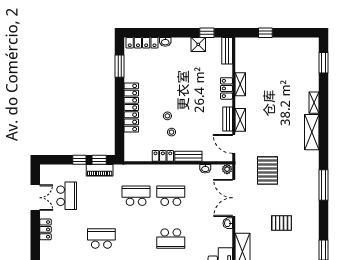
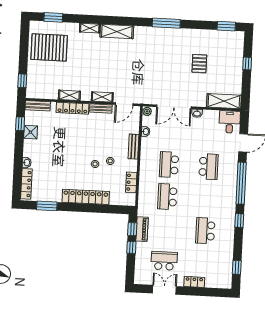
window: (265, 33) -> (22, 81), moved
locker: (226, 88) -> (73, 108), width x1.53
locker: (163, 156) -> (131, 182), moved
pallet: (268, 170) -> (49, 47), moved, width x1.37, depth x1.41

